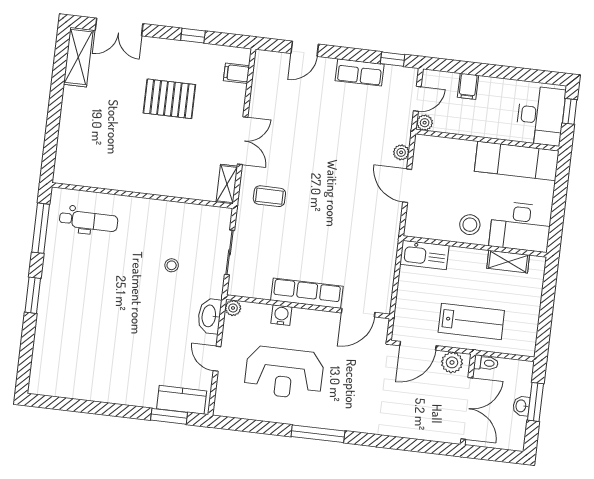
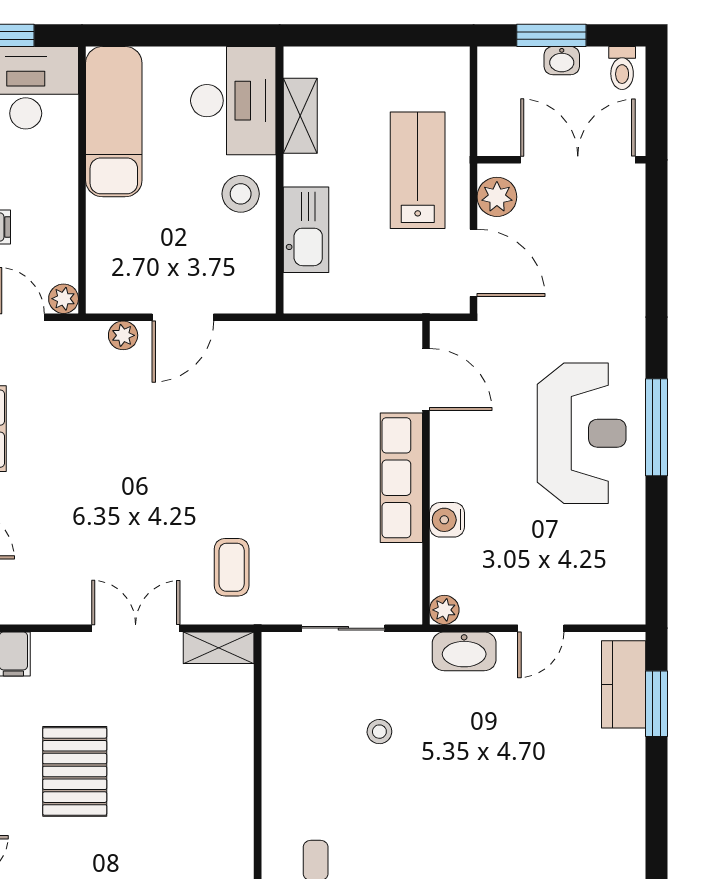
kitchen sink: (424, 255) -> (306, 230), moved
toilet: (486, 363) -> (622, 68), moved, turned 180
reception desk: (284, 373) -> (582, 433), moved

